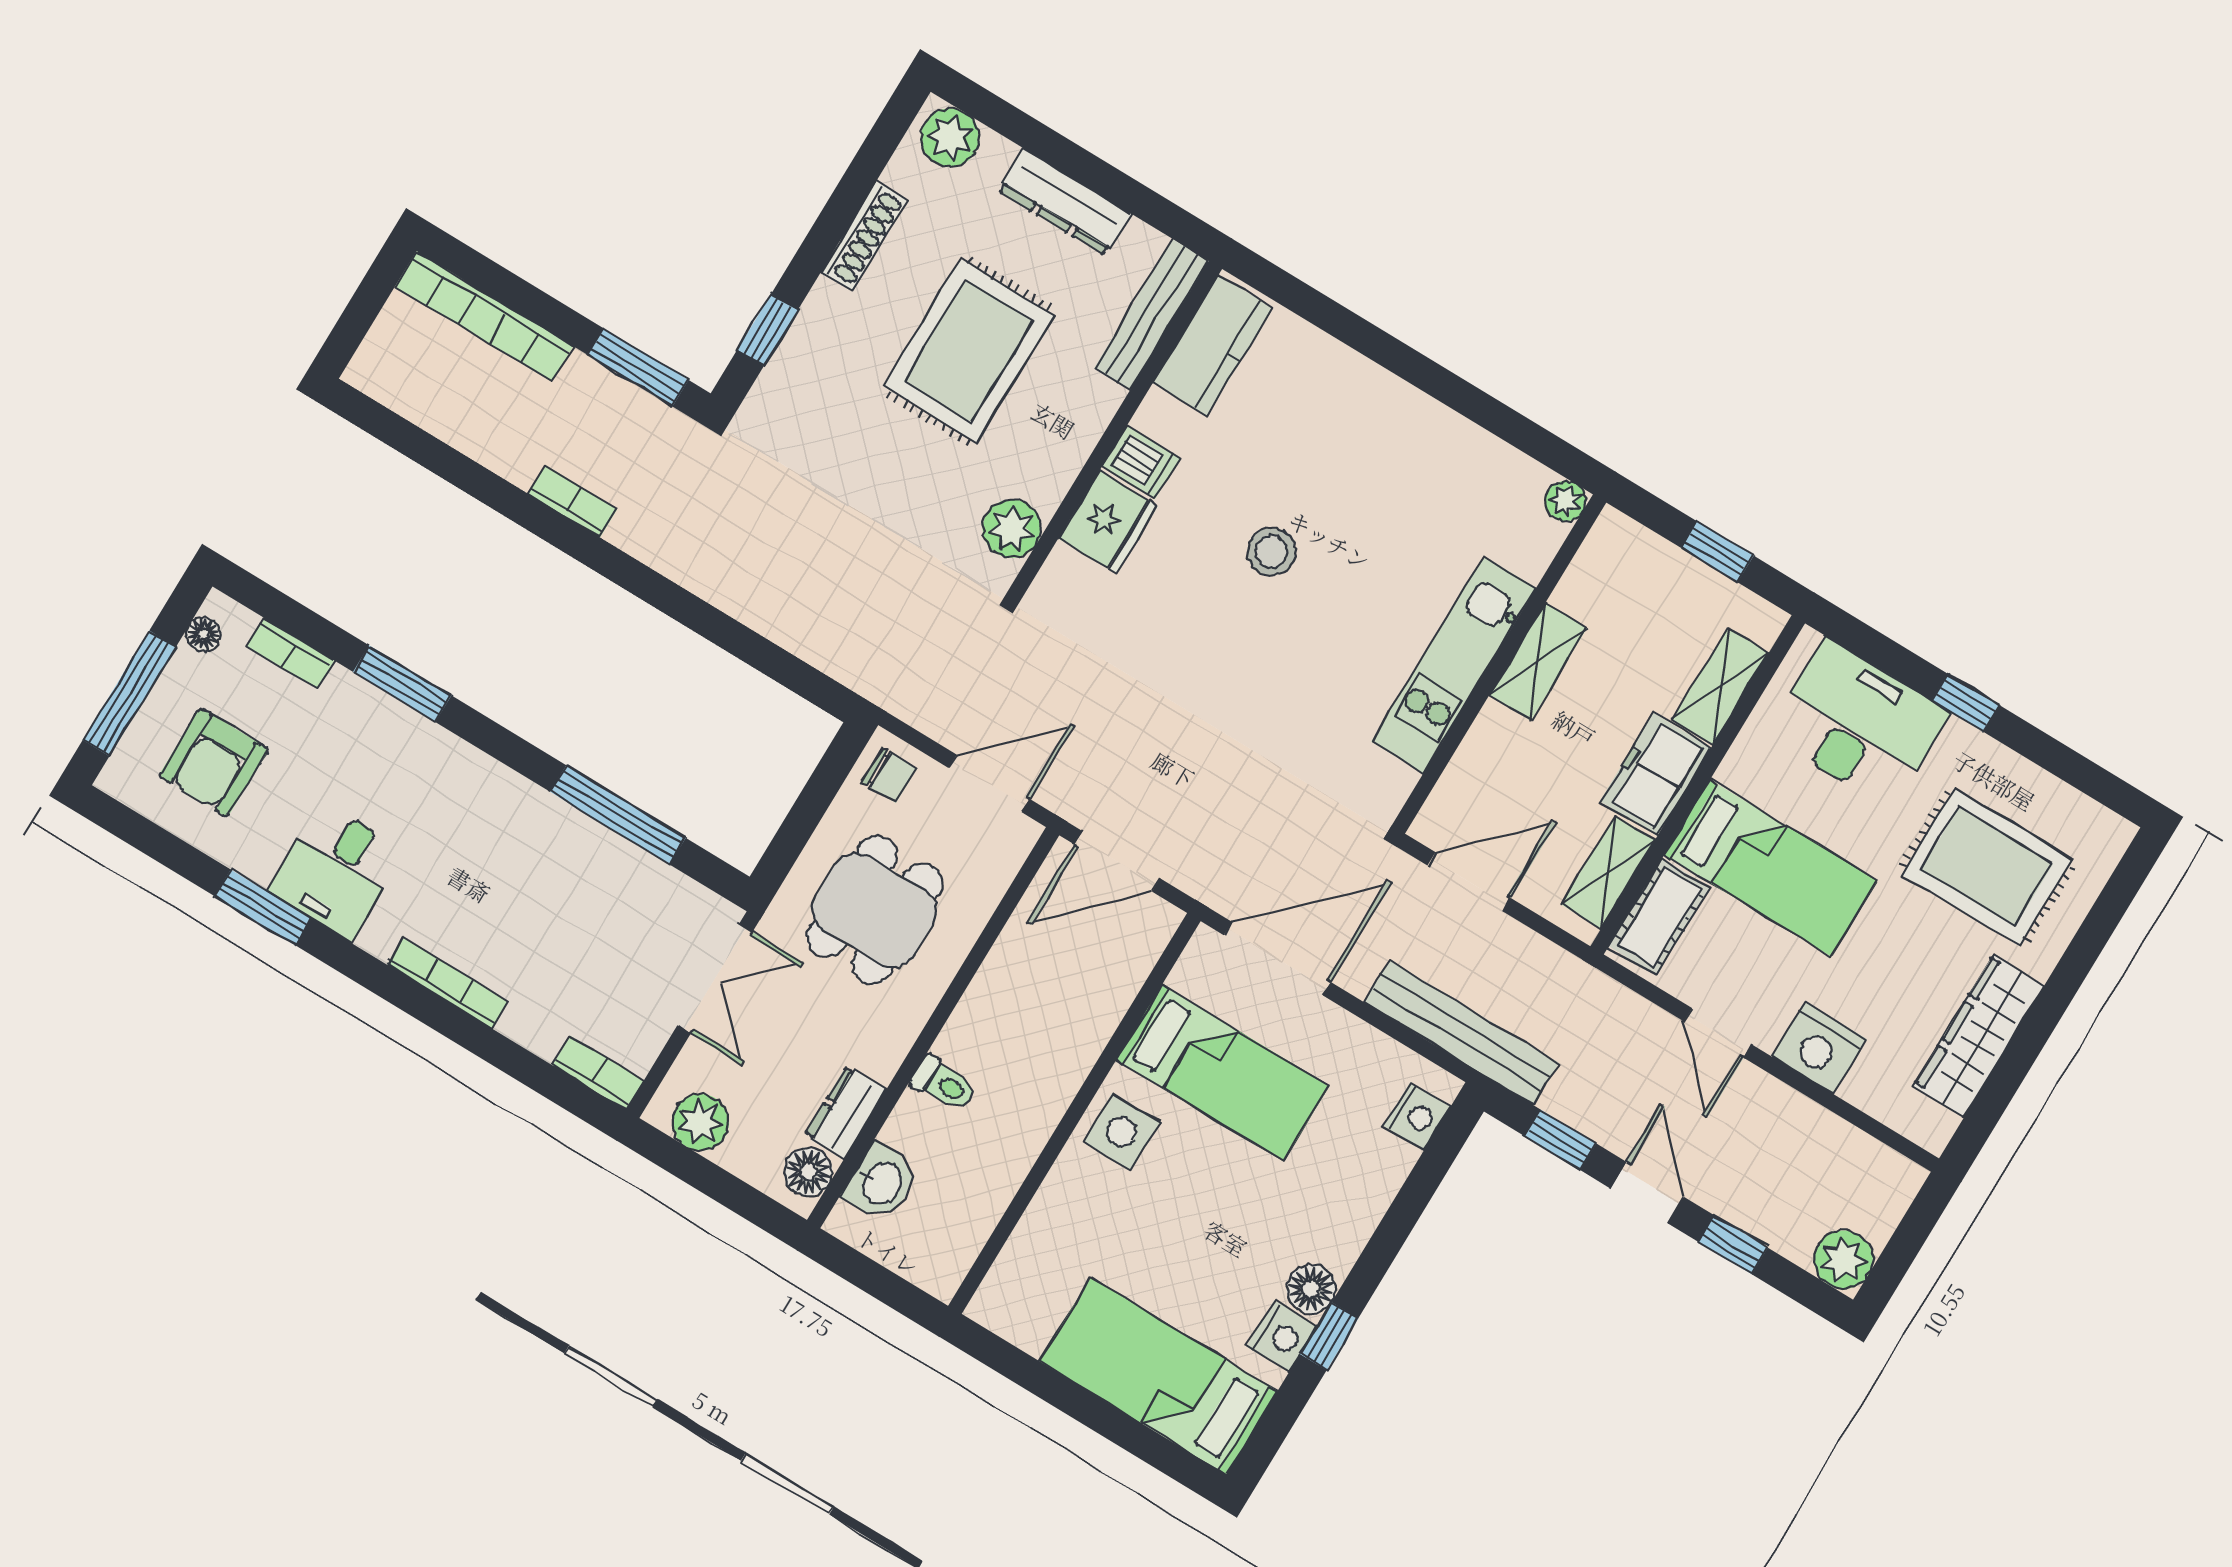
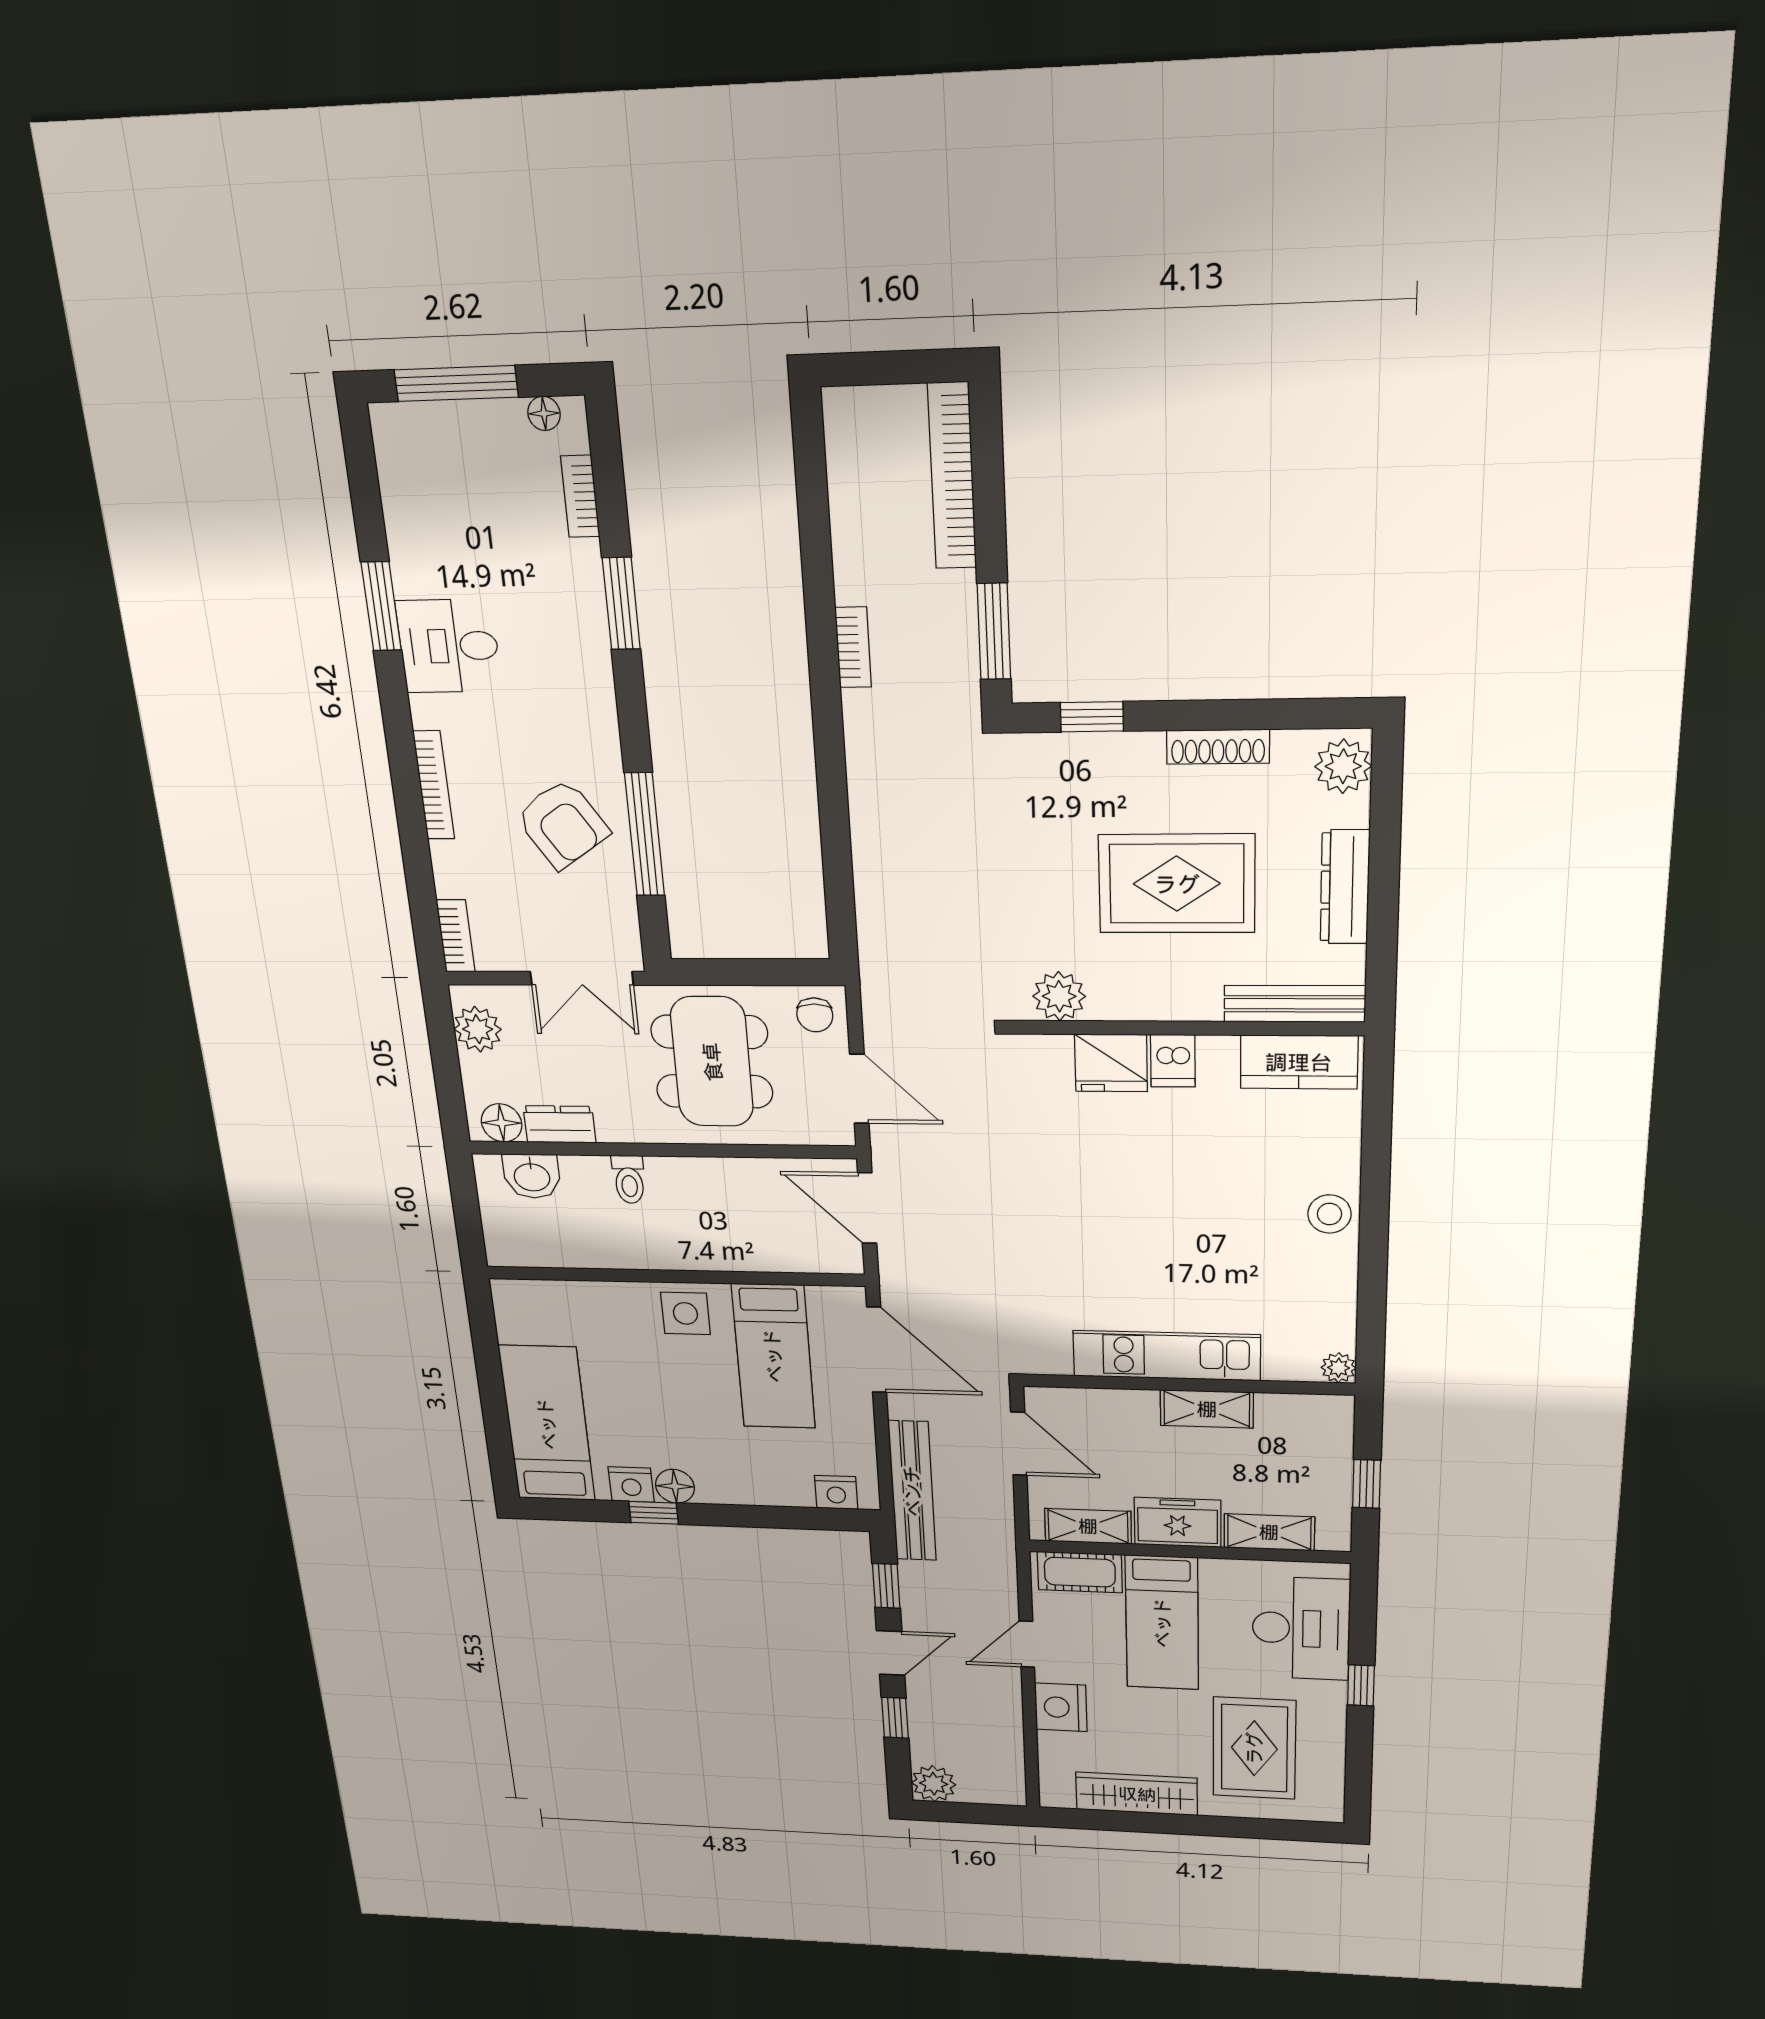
stool: (1271, 552) -> (1329, 1214), moved
armchair: (214, 763) -> (562, 824), moved, turned -124
dining table: (875, 910) -> (712, 1062), width x1.38

